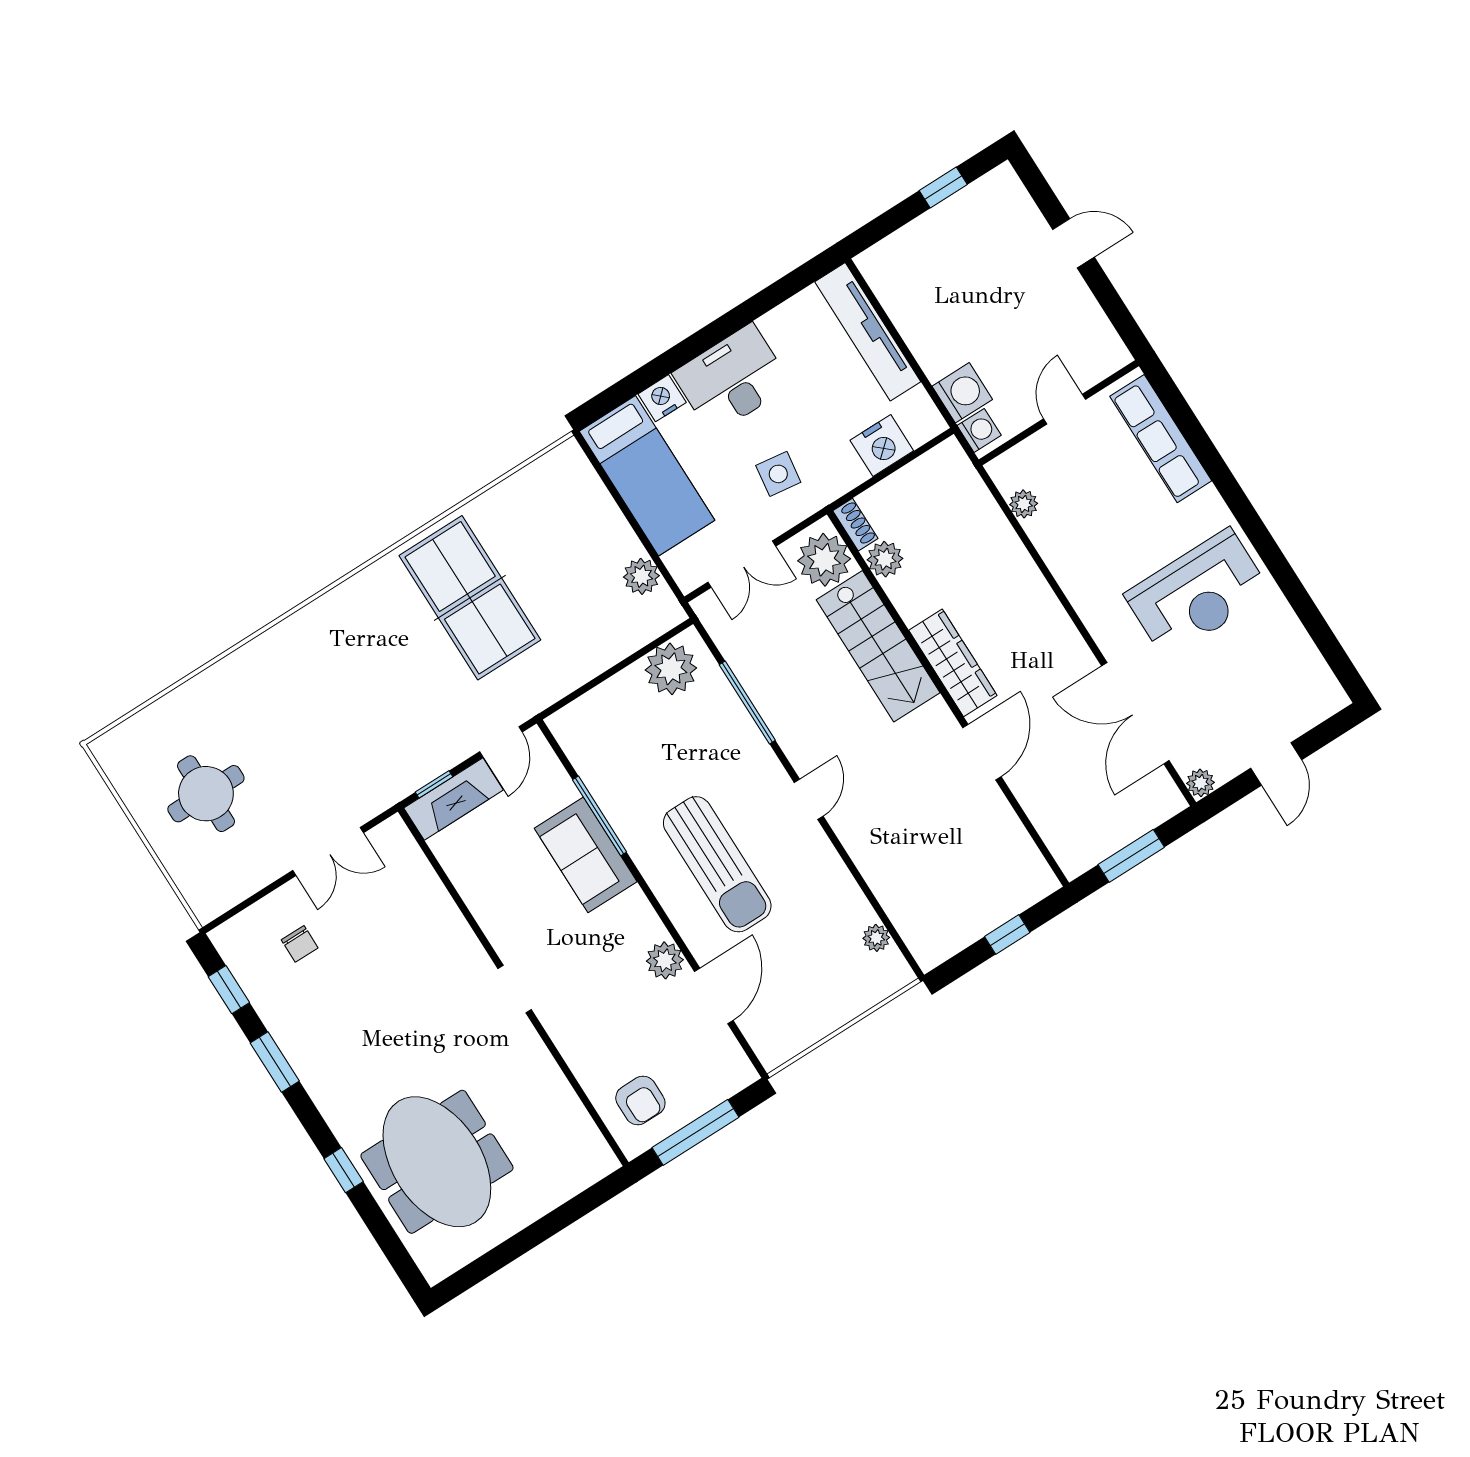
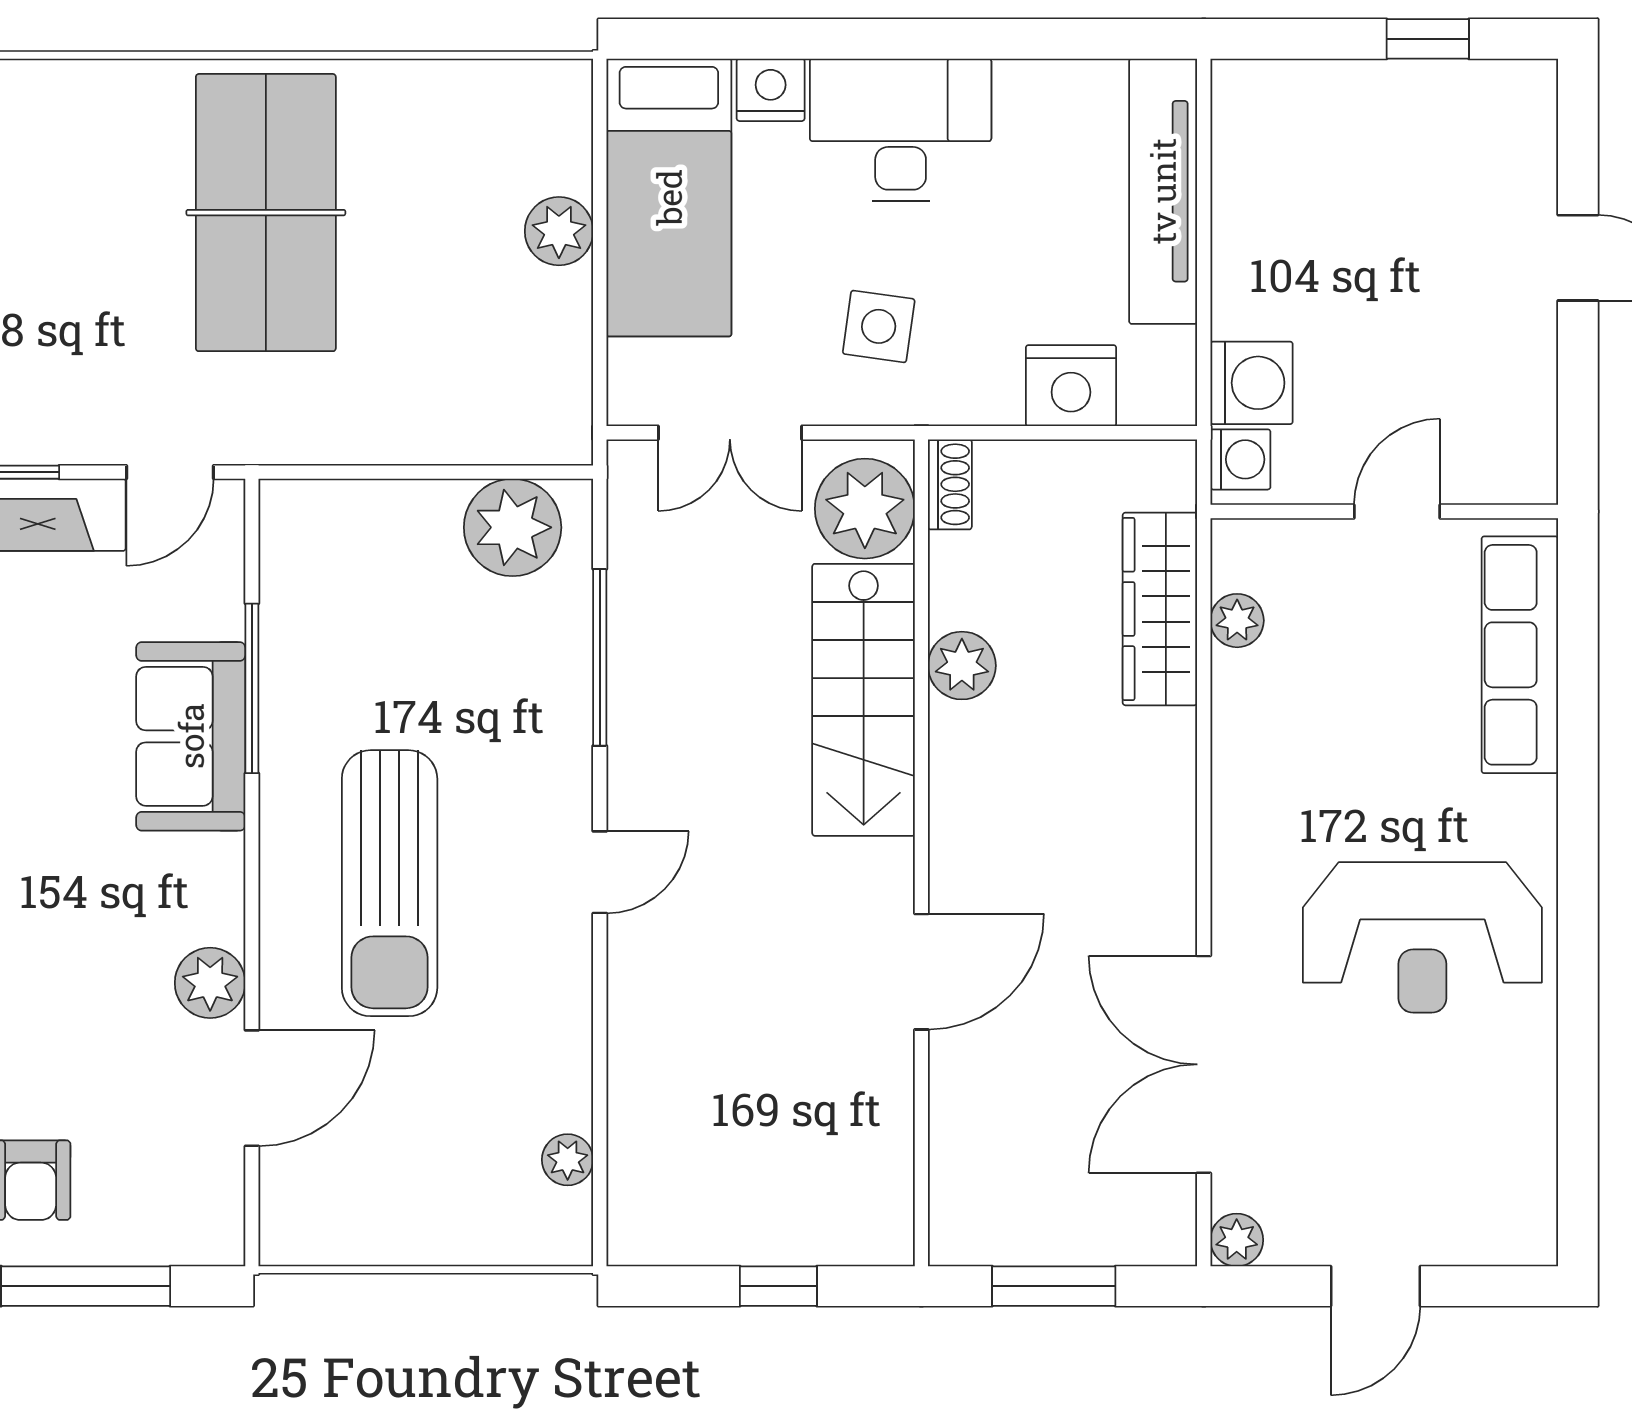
plant: (885, 559) -> (962, 666), moved
plant: (641, 576) -> (559, 231), moved
wardrobe: (953, 663) -> (1160, 609), moved, turned 180

